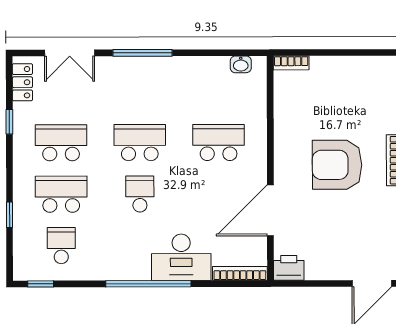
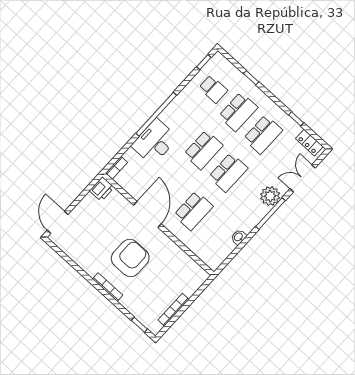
bookcase: (291, 63) -> (173, 310), moved, width x1.56
washbasin: (241, 64) -> (239, 237), moved
plant: (123, 71) -> (270, 196), added
school desk: (140, 194) -> (203, 150), width x1.85
door: (270, 210) -> (147, 214), moved
bookcase: (240, 273) -> (116, 168), width x0.64

